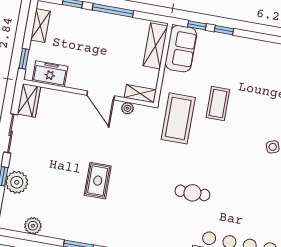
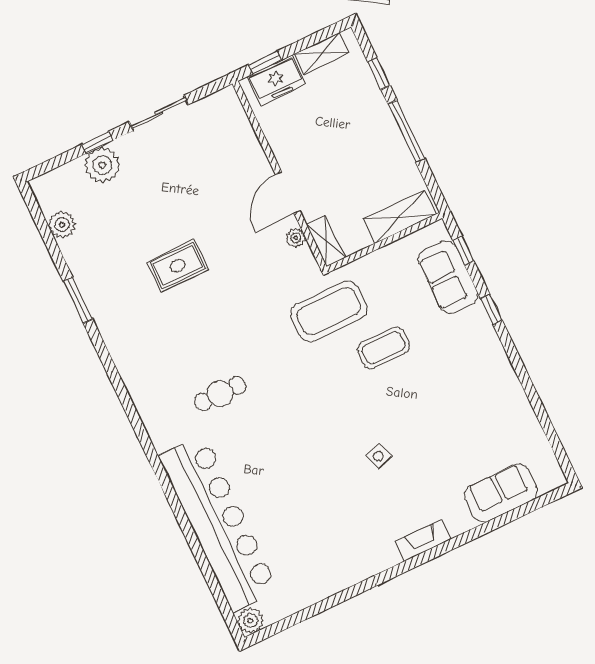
window: (224, 30) -> (491, 309), moved
sofa: (181, 49) -> (448, 277), moved, turned 90
freezer: (50, 74) -> (277, 80), moved, turned 90
wardrobe: (29, 100) -> (217, 106), removed
cafe table: (192, 193) -> (220, 393), moved, turned 90

